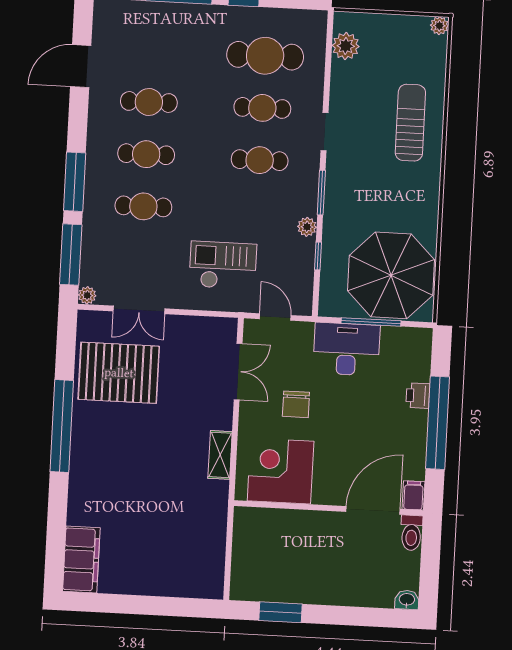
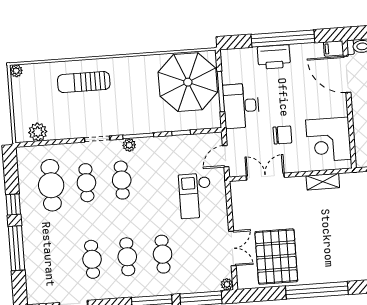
plant: (307, 227) -> (129, 145), moved
printer: (418, 396) -> (274, 57), width x1.87, depth x1.48

